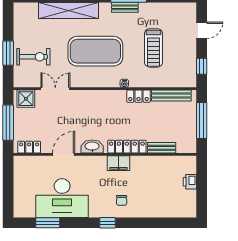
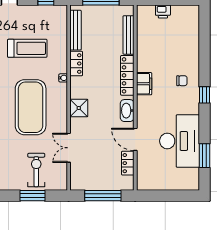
shower: (26, 99) -> (79, 108), moved
locker: (29, 147) -> (128, 163), moved
bench: (162, 148) -> (129, 35), width x1.36

